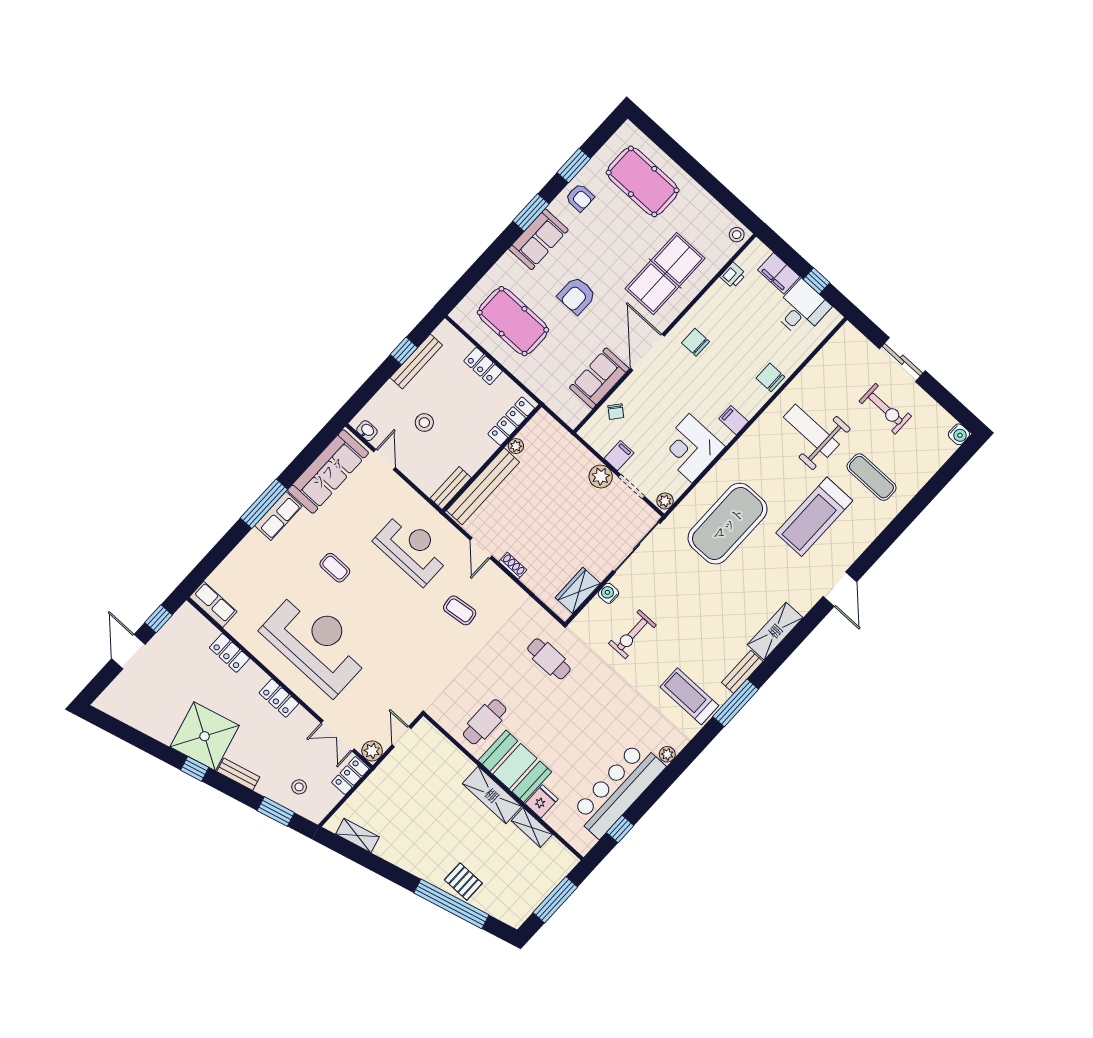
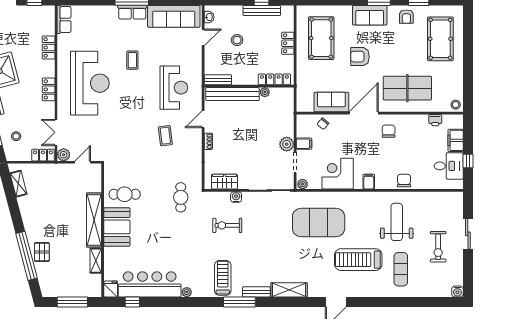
shelving: (492, 795) -> (94, 220), width x1.47
fridge: (542, 801) -> (111, 289), moved, turned -90

